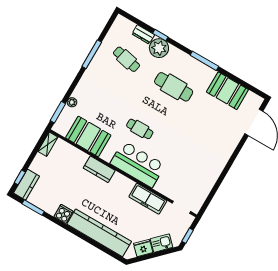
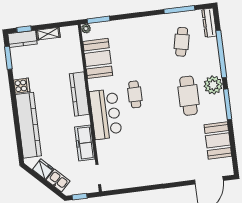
dresser: (143, 34) -> (209, 23), moved, width x1.44
window: (160, 35) -> (221, 54), width x3.17
plant: (159, 48) -> (213, 85), moved
window: (92, 54) -> (179, 10), moved
plant: (72, 102) -> (86, 29), moved
shelving: (48, 144) -> (48, 34), moved
kitchen counter: (99, 169) -> (79, 94), width x1.50

